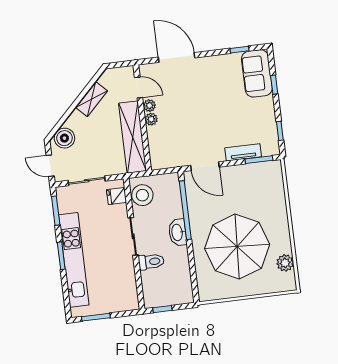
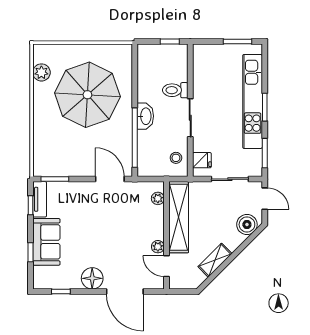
floor lamp: (210, 66) -> (92, 278), added
sofa: (257, 73) -> (46, 242), moved
plant: (151, 119) -> (158, 198), moved
tv unit: (243, 152) -> (40, 199), moved, turned -90
stool: (142, 195) -> (176, 158), width x0.53, depth x0.53

